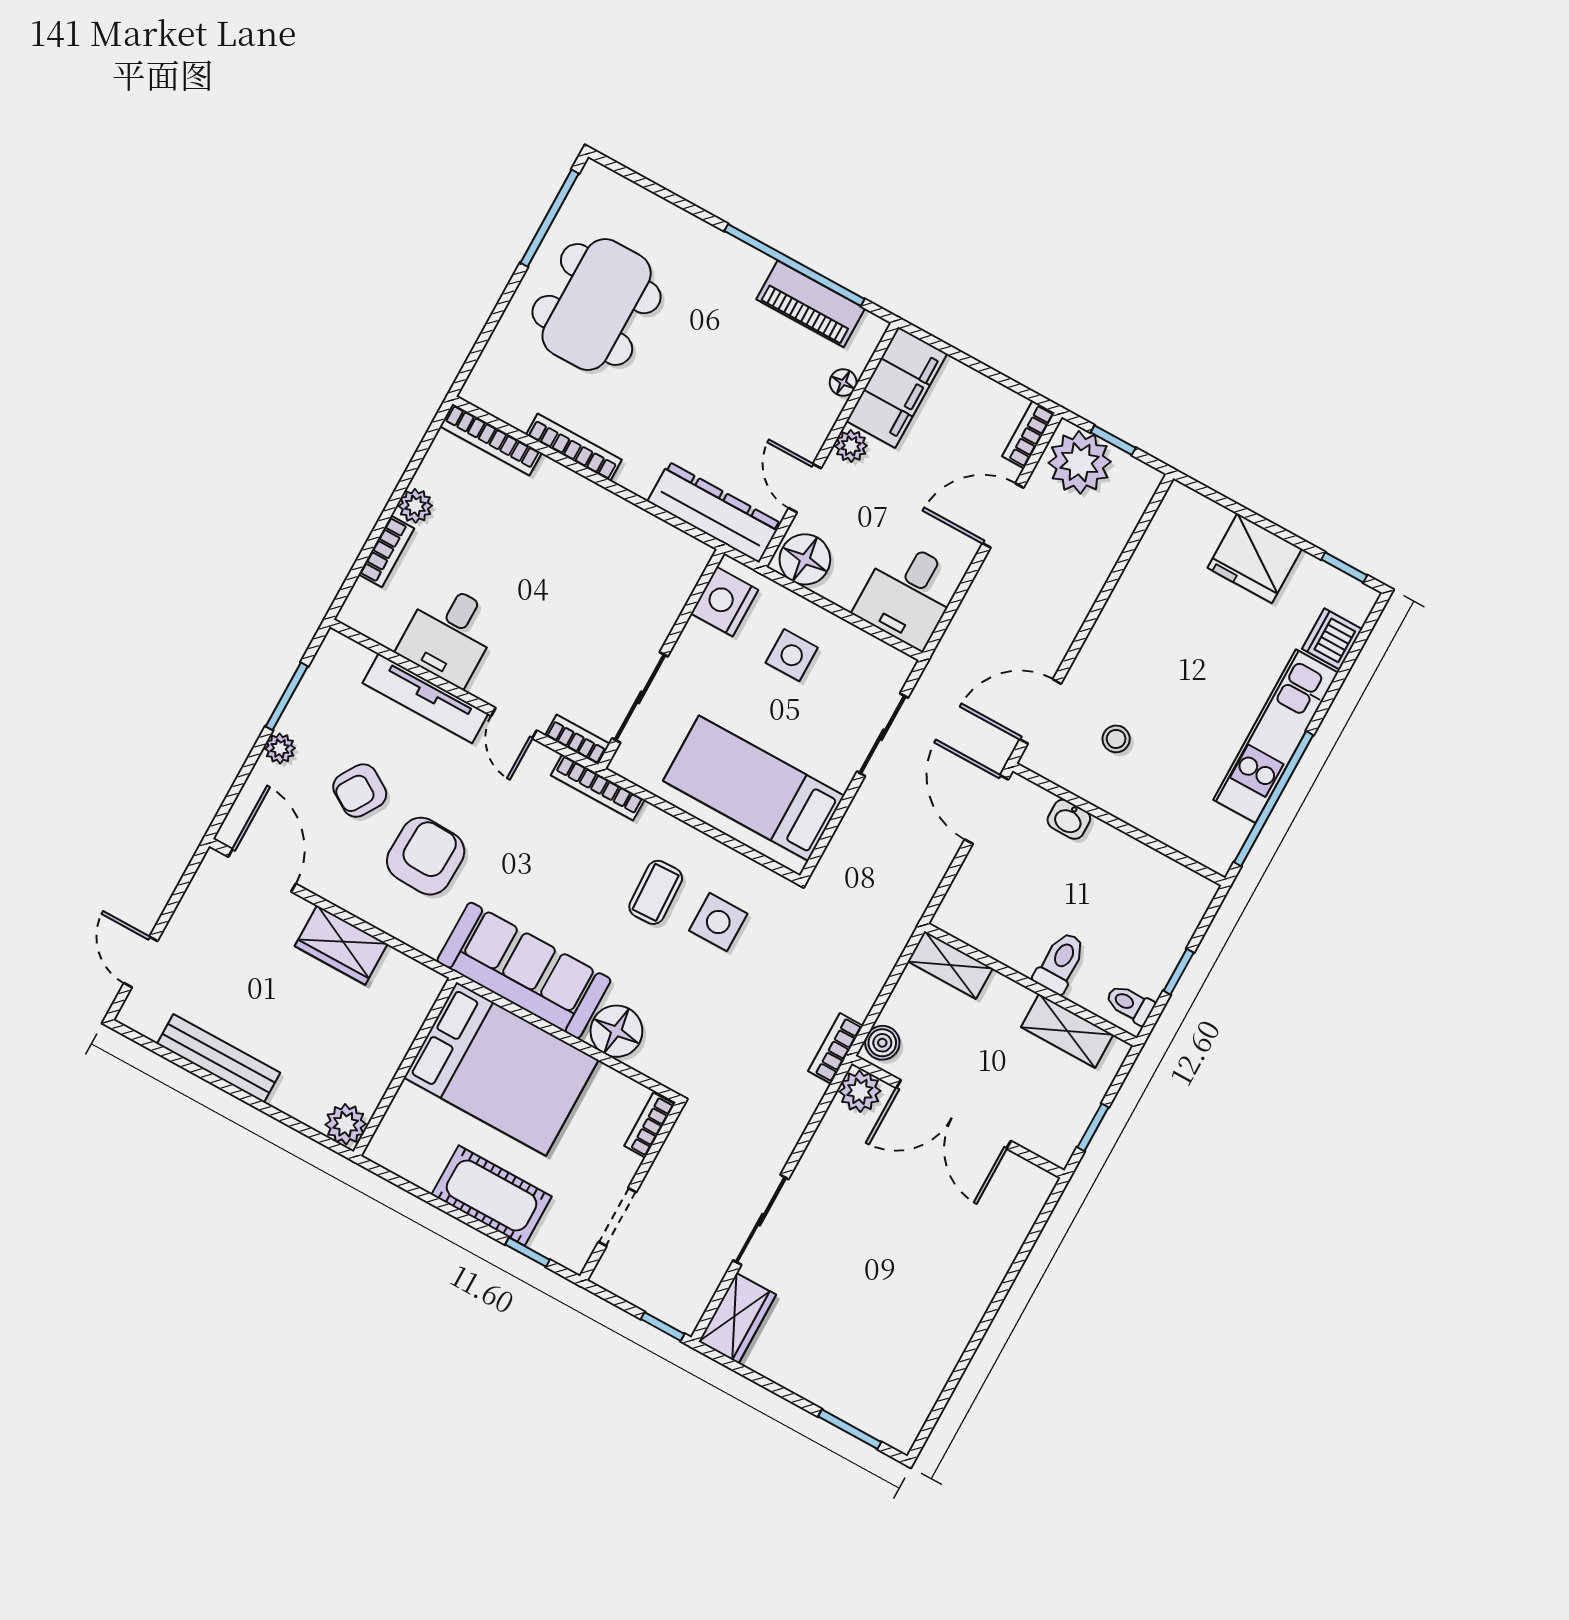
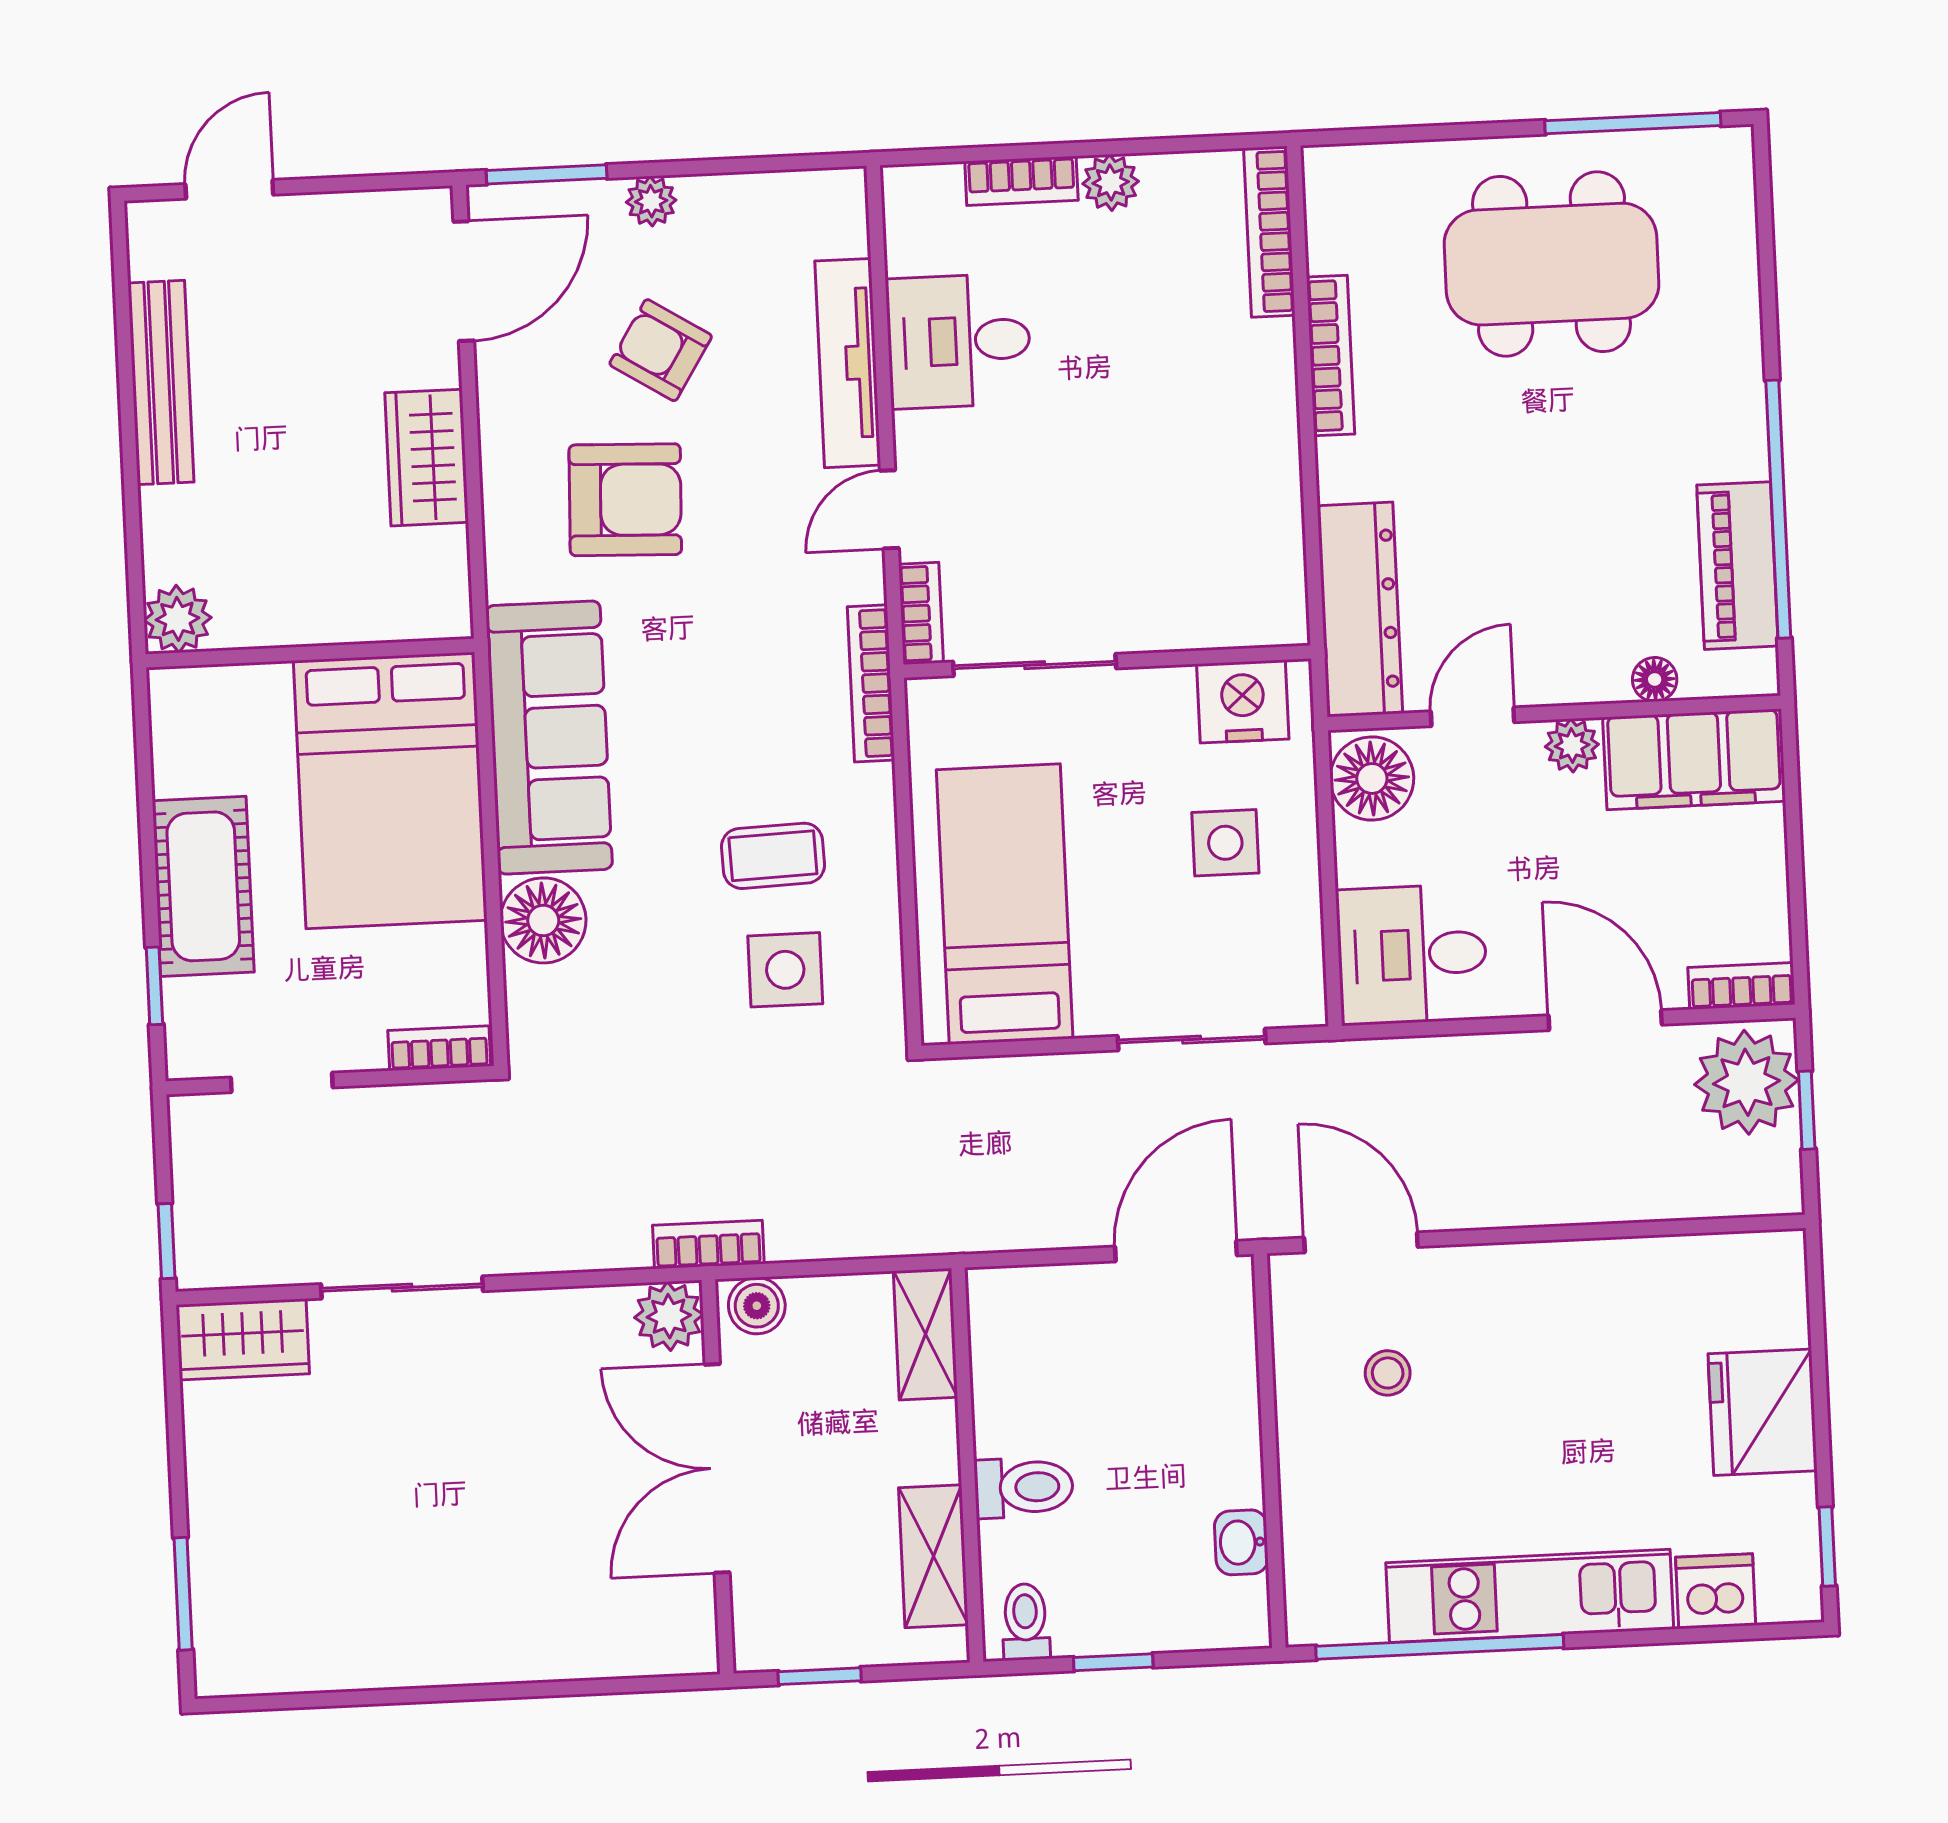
window: (287, 696) -> (547, 174), moved
washbasin: (1069, 819) -> (1241, 1542), moved

